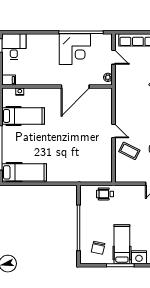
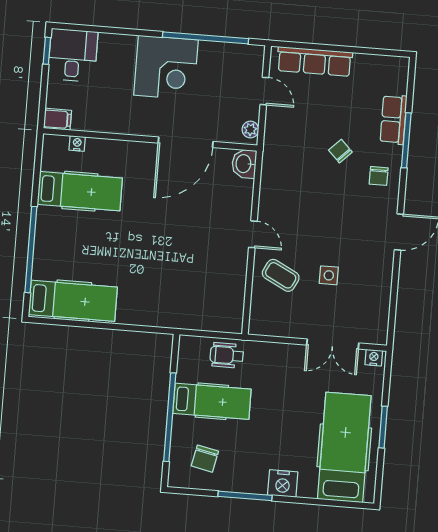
corner desk: (75, 49) -> (166, 68), moved
washbasin: (106, 95) -> (244, 164), added
hospital bed: (122, 244) -> (212, 401), moved, turned 90

